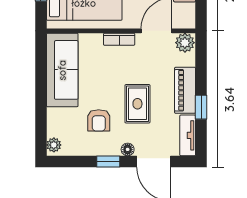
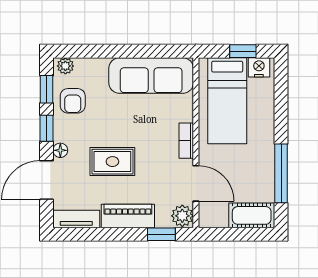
window: (201, 107) -> (161, 234), moved
armchair: (99, 120) -> (73, 101), moved, turned -90
window: (74, 161) -> (47, 89), added

